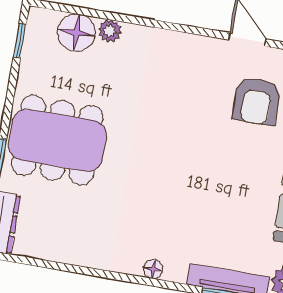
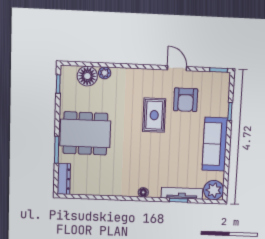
rug: (193, 123) -> (154, 115), added

